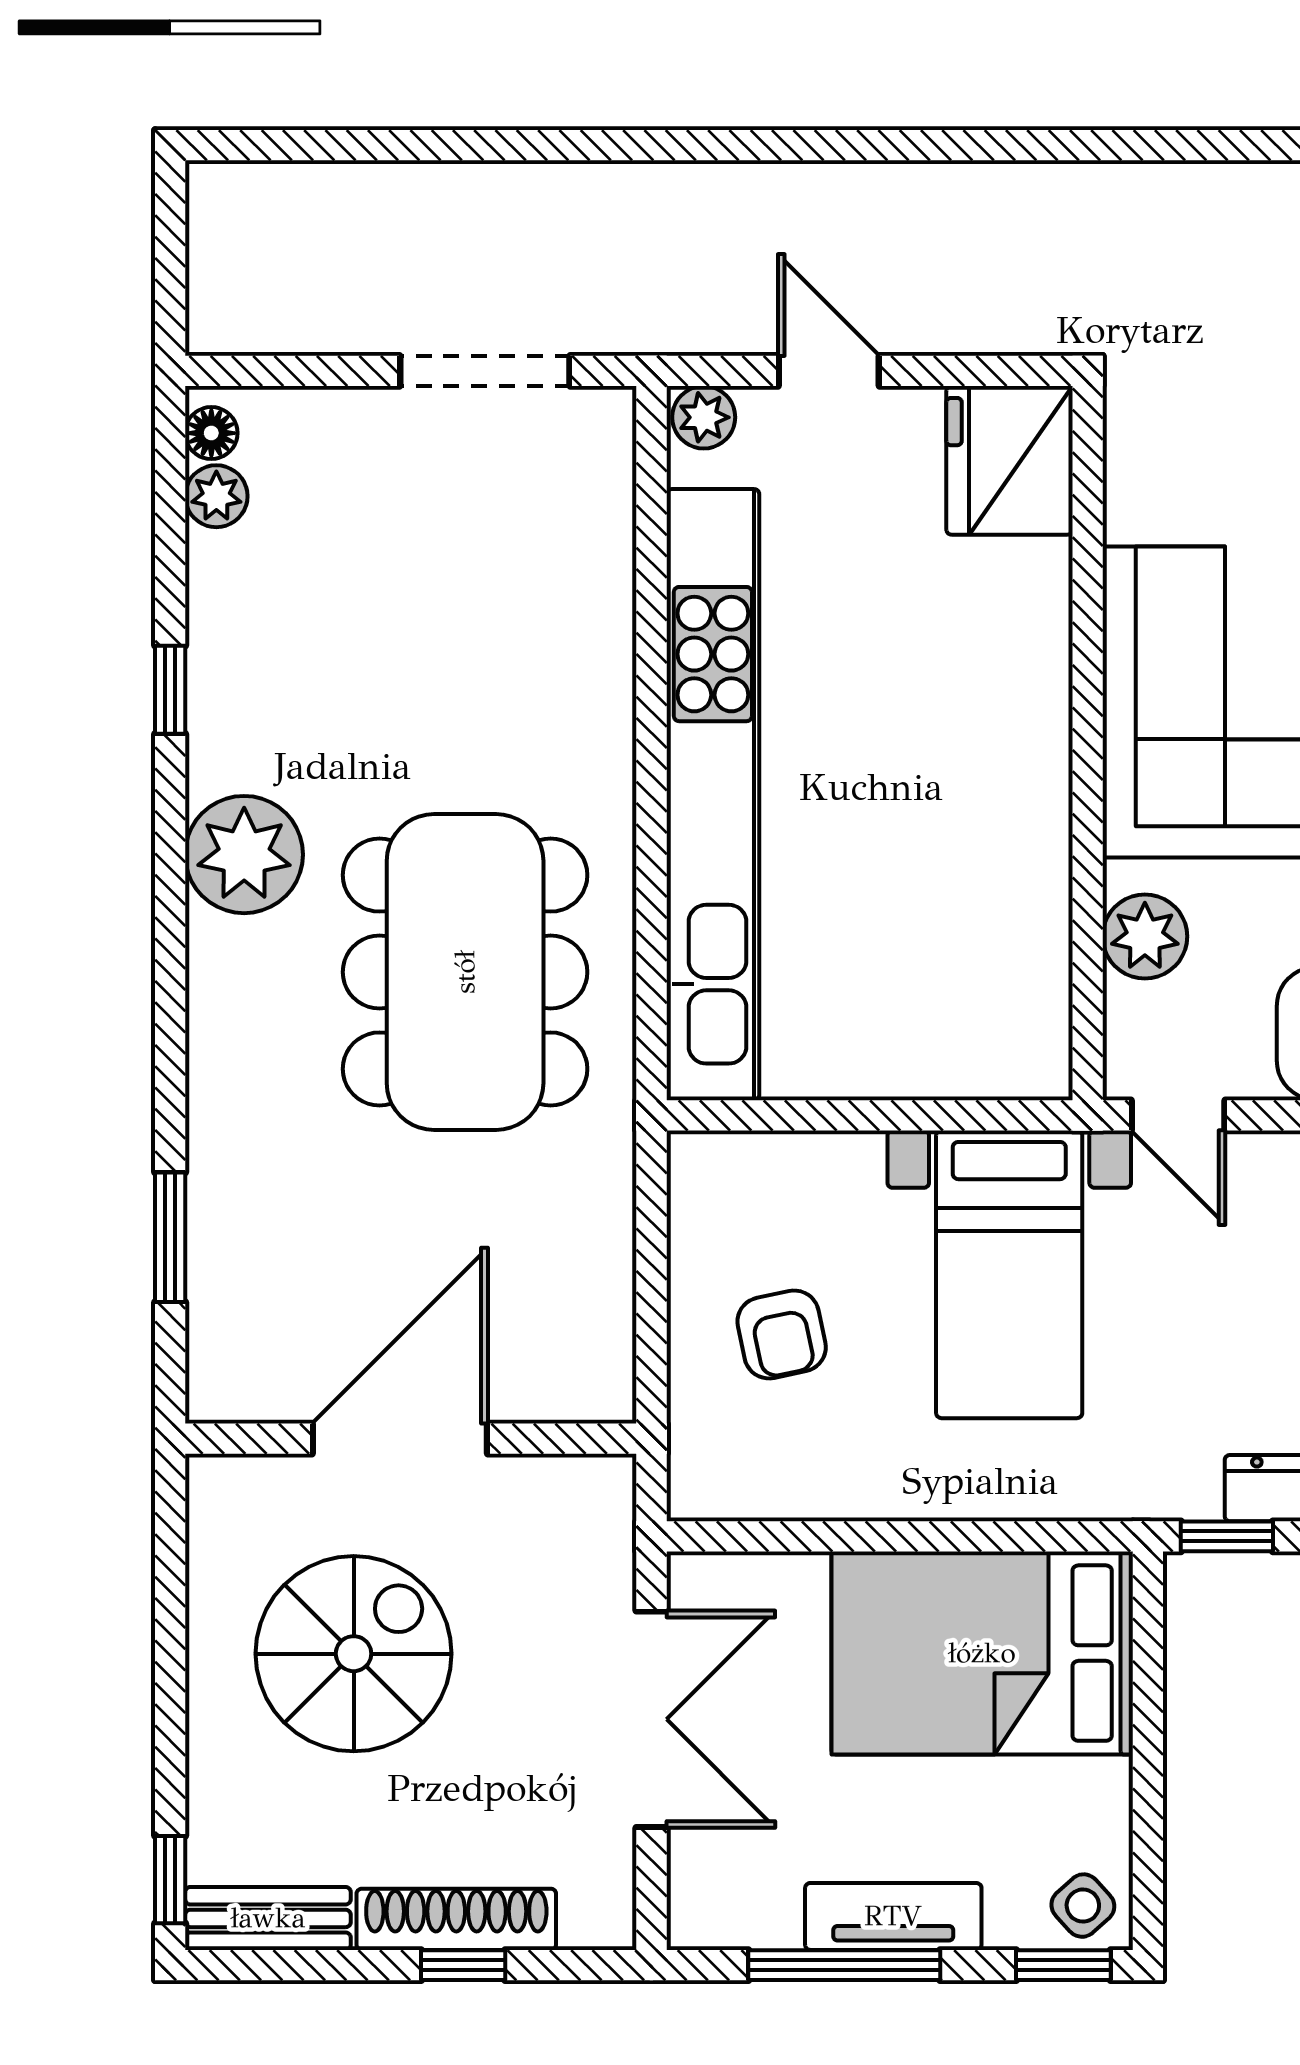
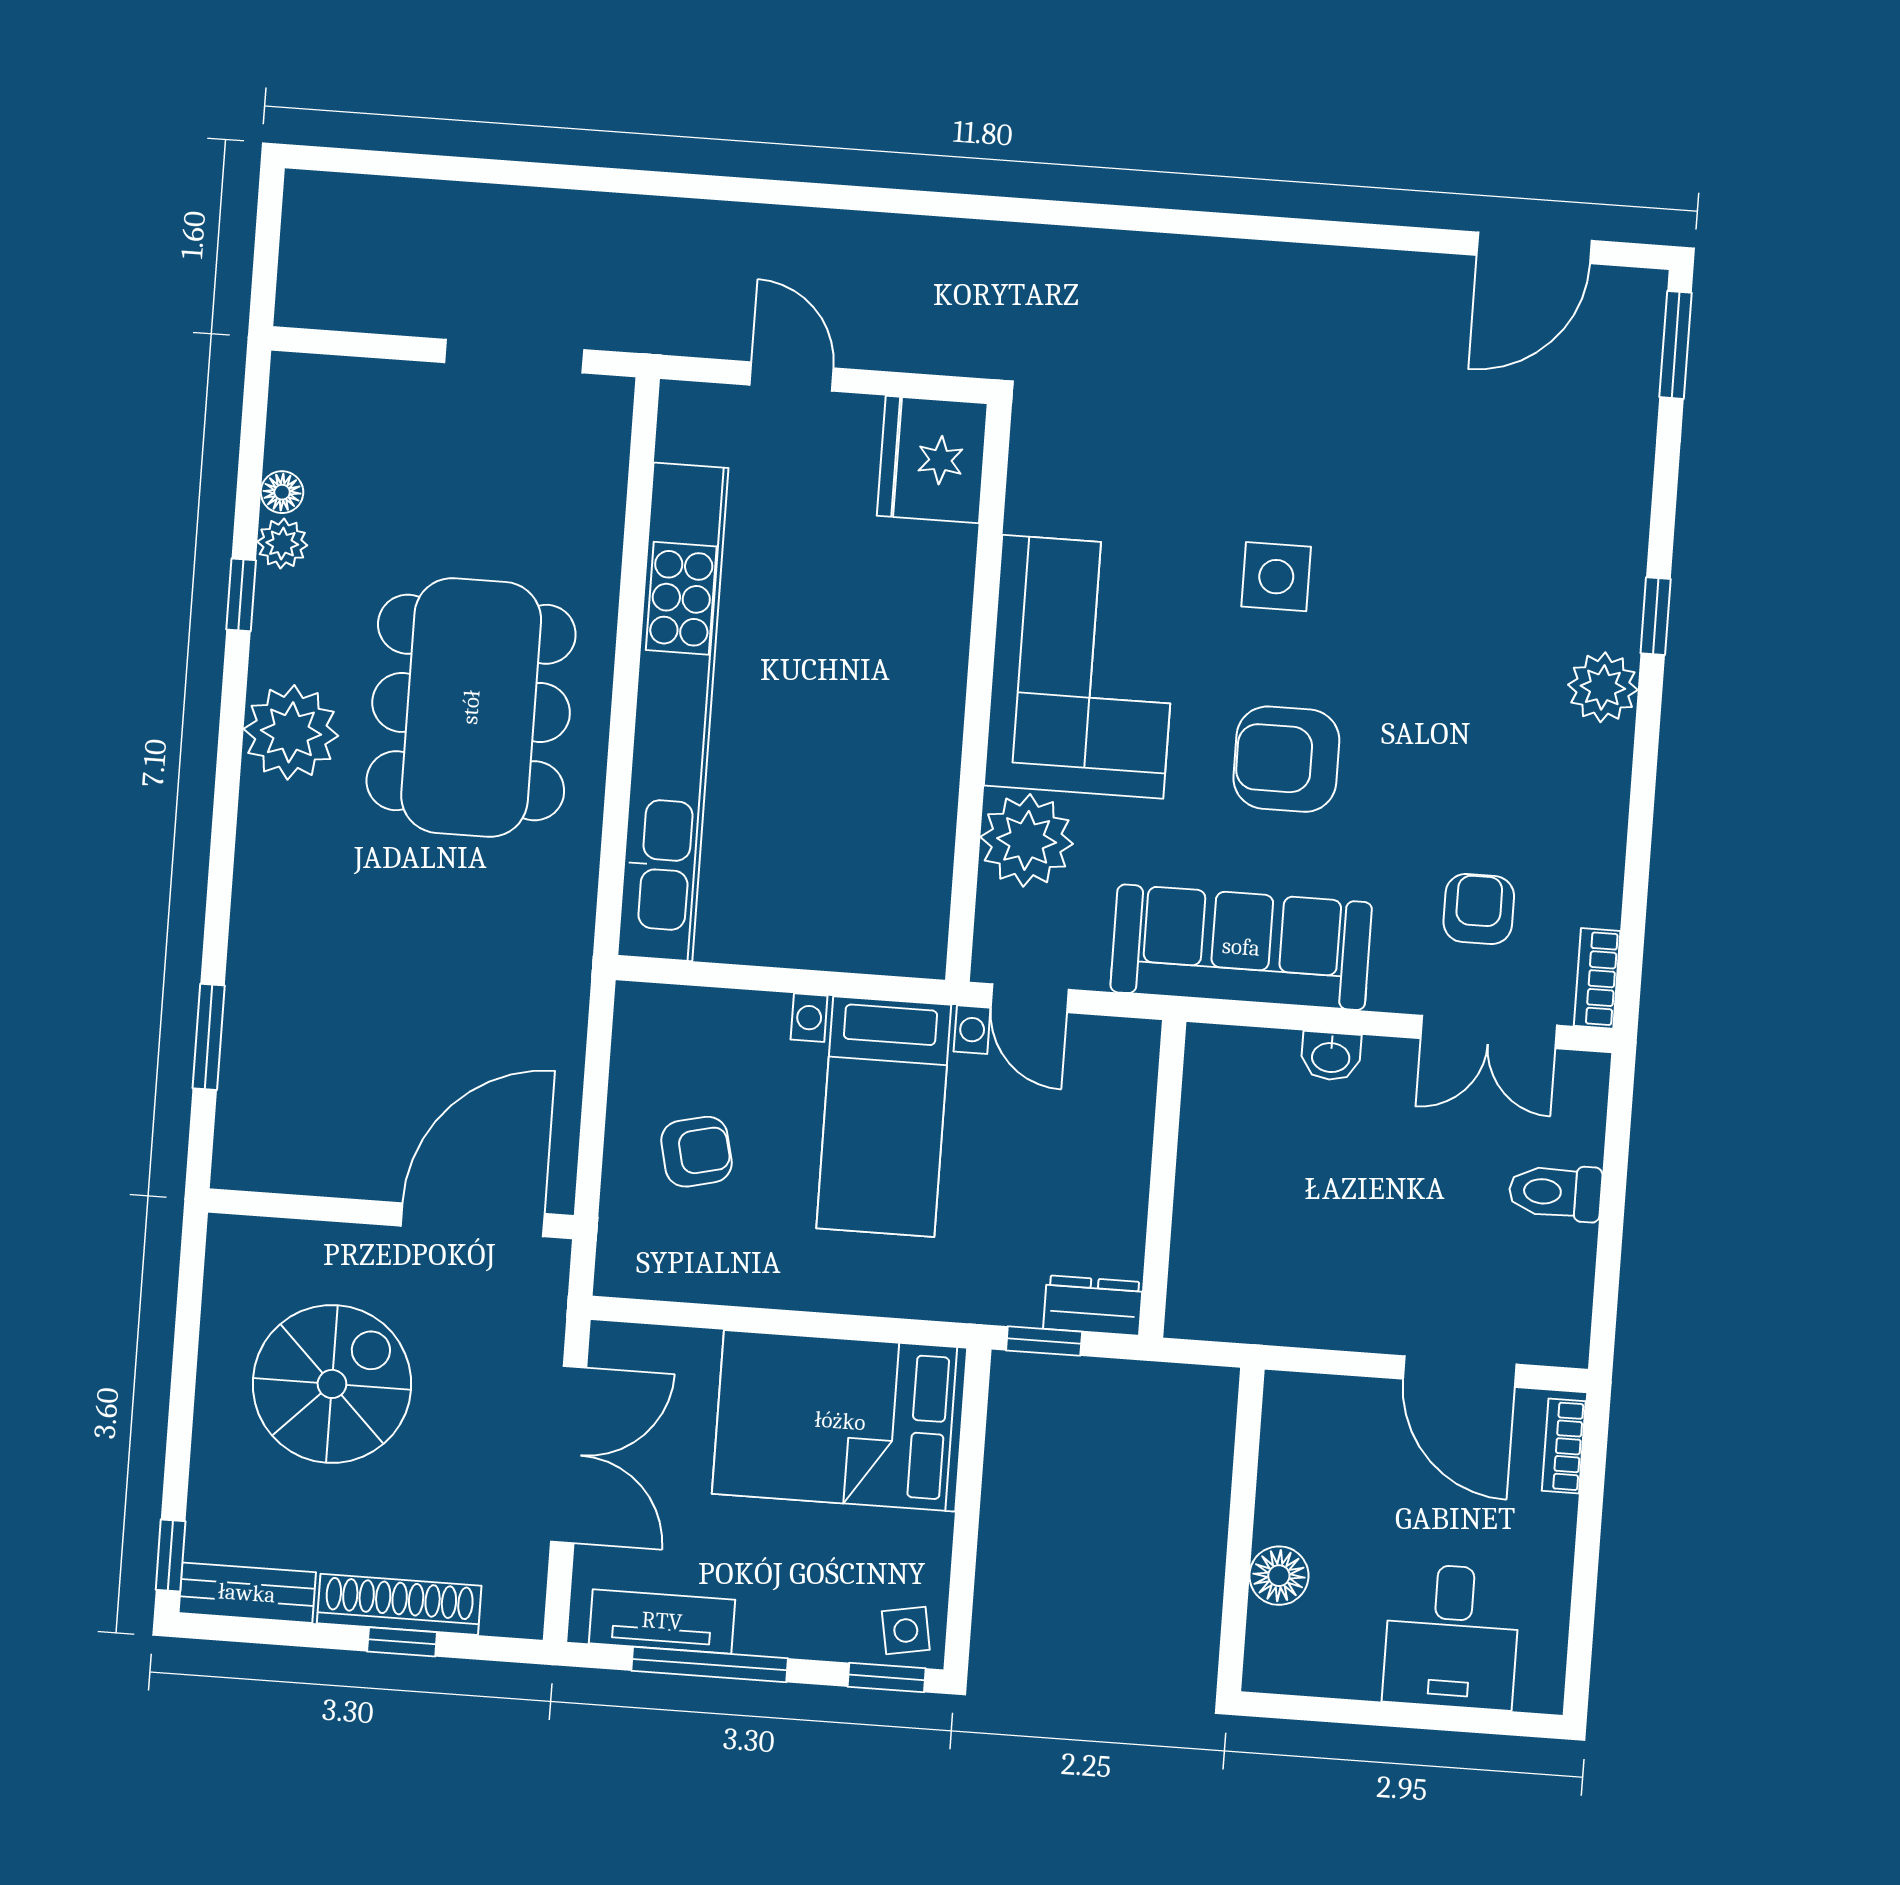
plant: (704, 417) -> (688, 407), removed
floor lamp: (211, 433) -> (282, 492), moved
plant: (216, 496) -> (282, 543), moved
plant: (1145, 936) -> (1027, 840), width x1.36, depth x1.36
dining table: (465, 972) -> (471, 707), moved
armchair: (782, 1334) -> (696, 1152), turned -91
door: (400, 1439) -> (473, 1220), moved
side table: (1083, 1906) -> (906, 1631), turned 32
tv unit: (893, 1916) -> (662, 1621), moved

